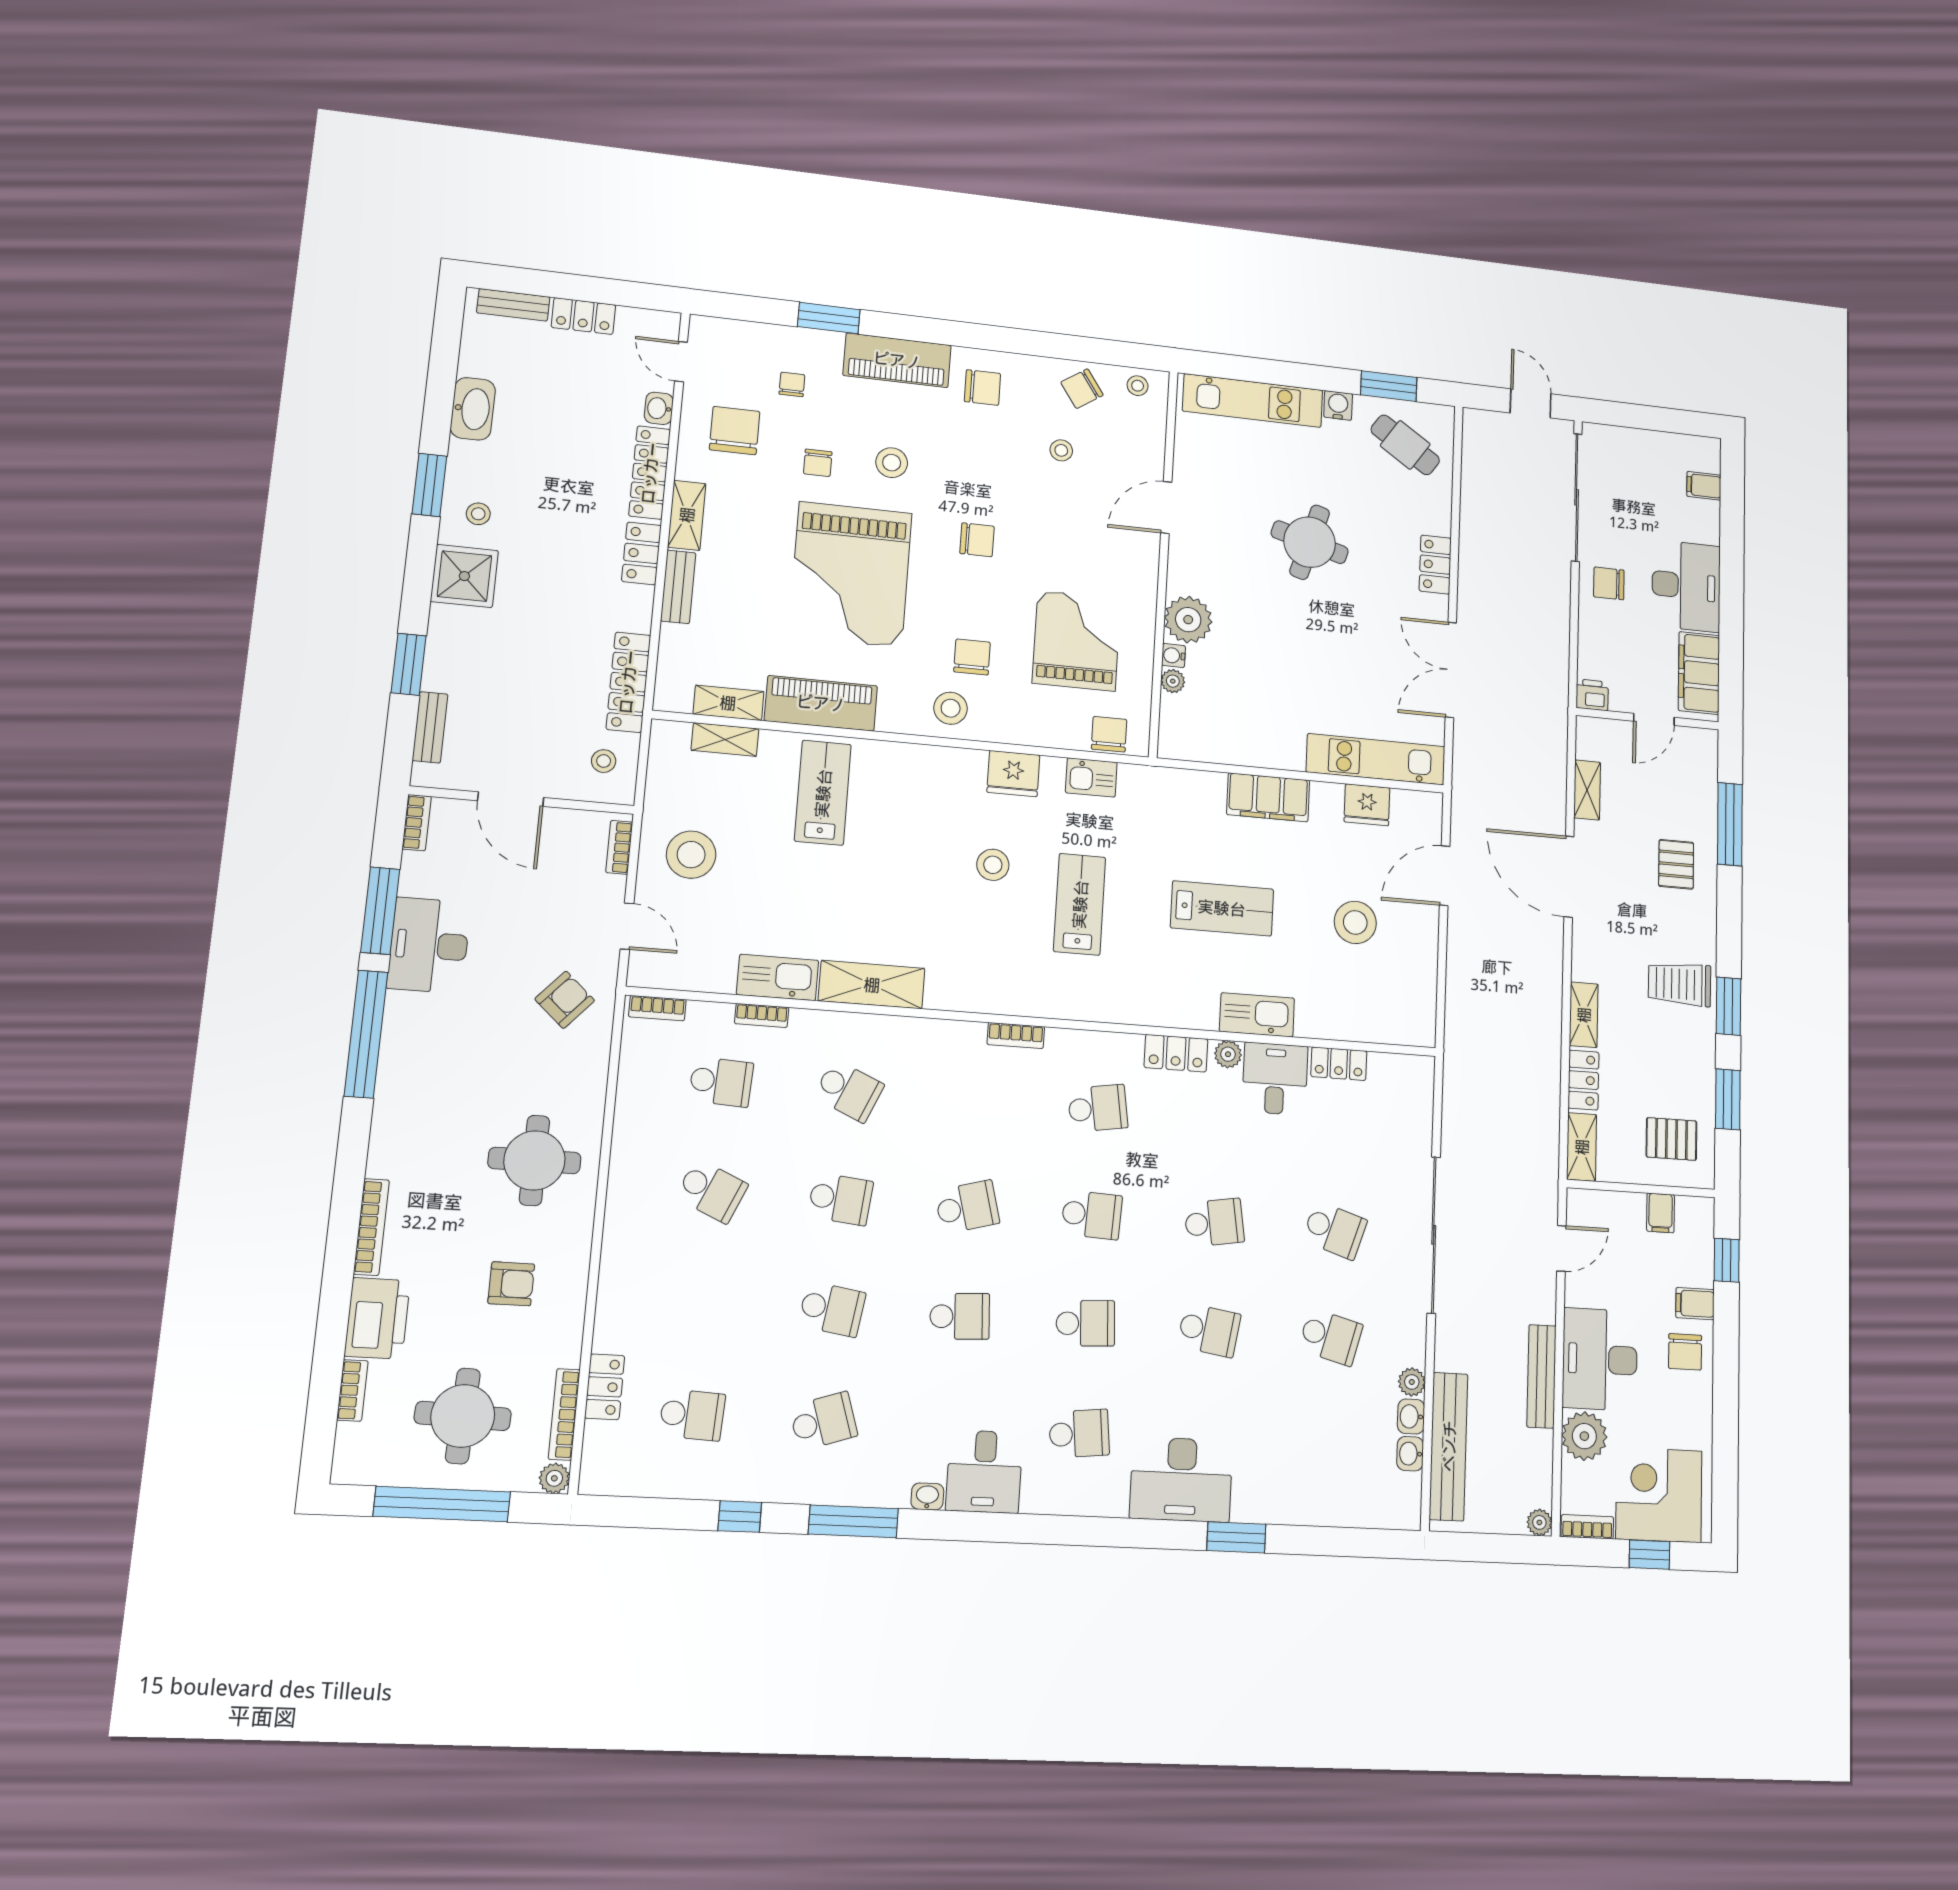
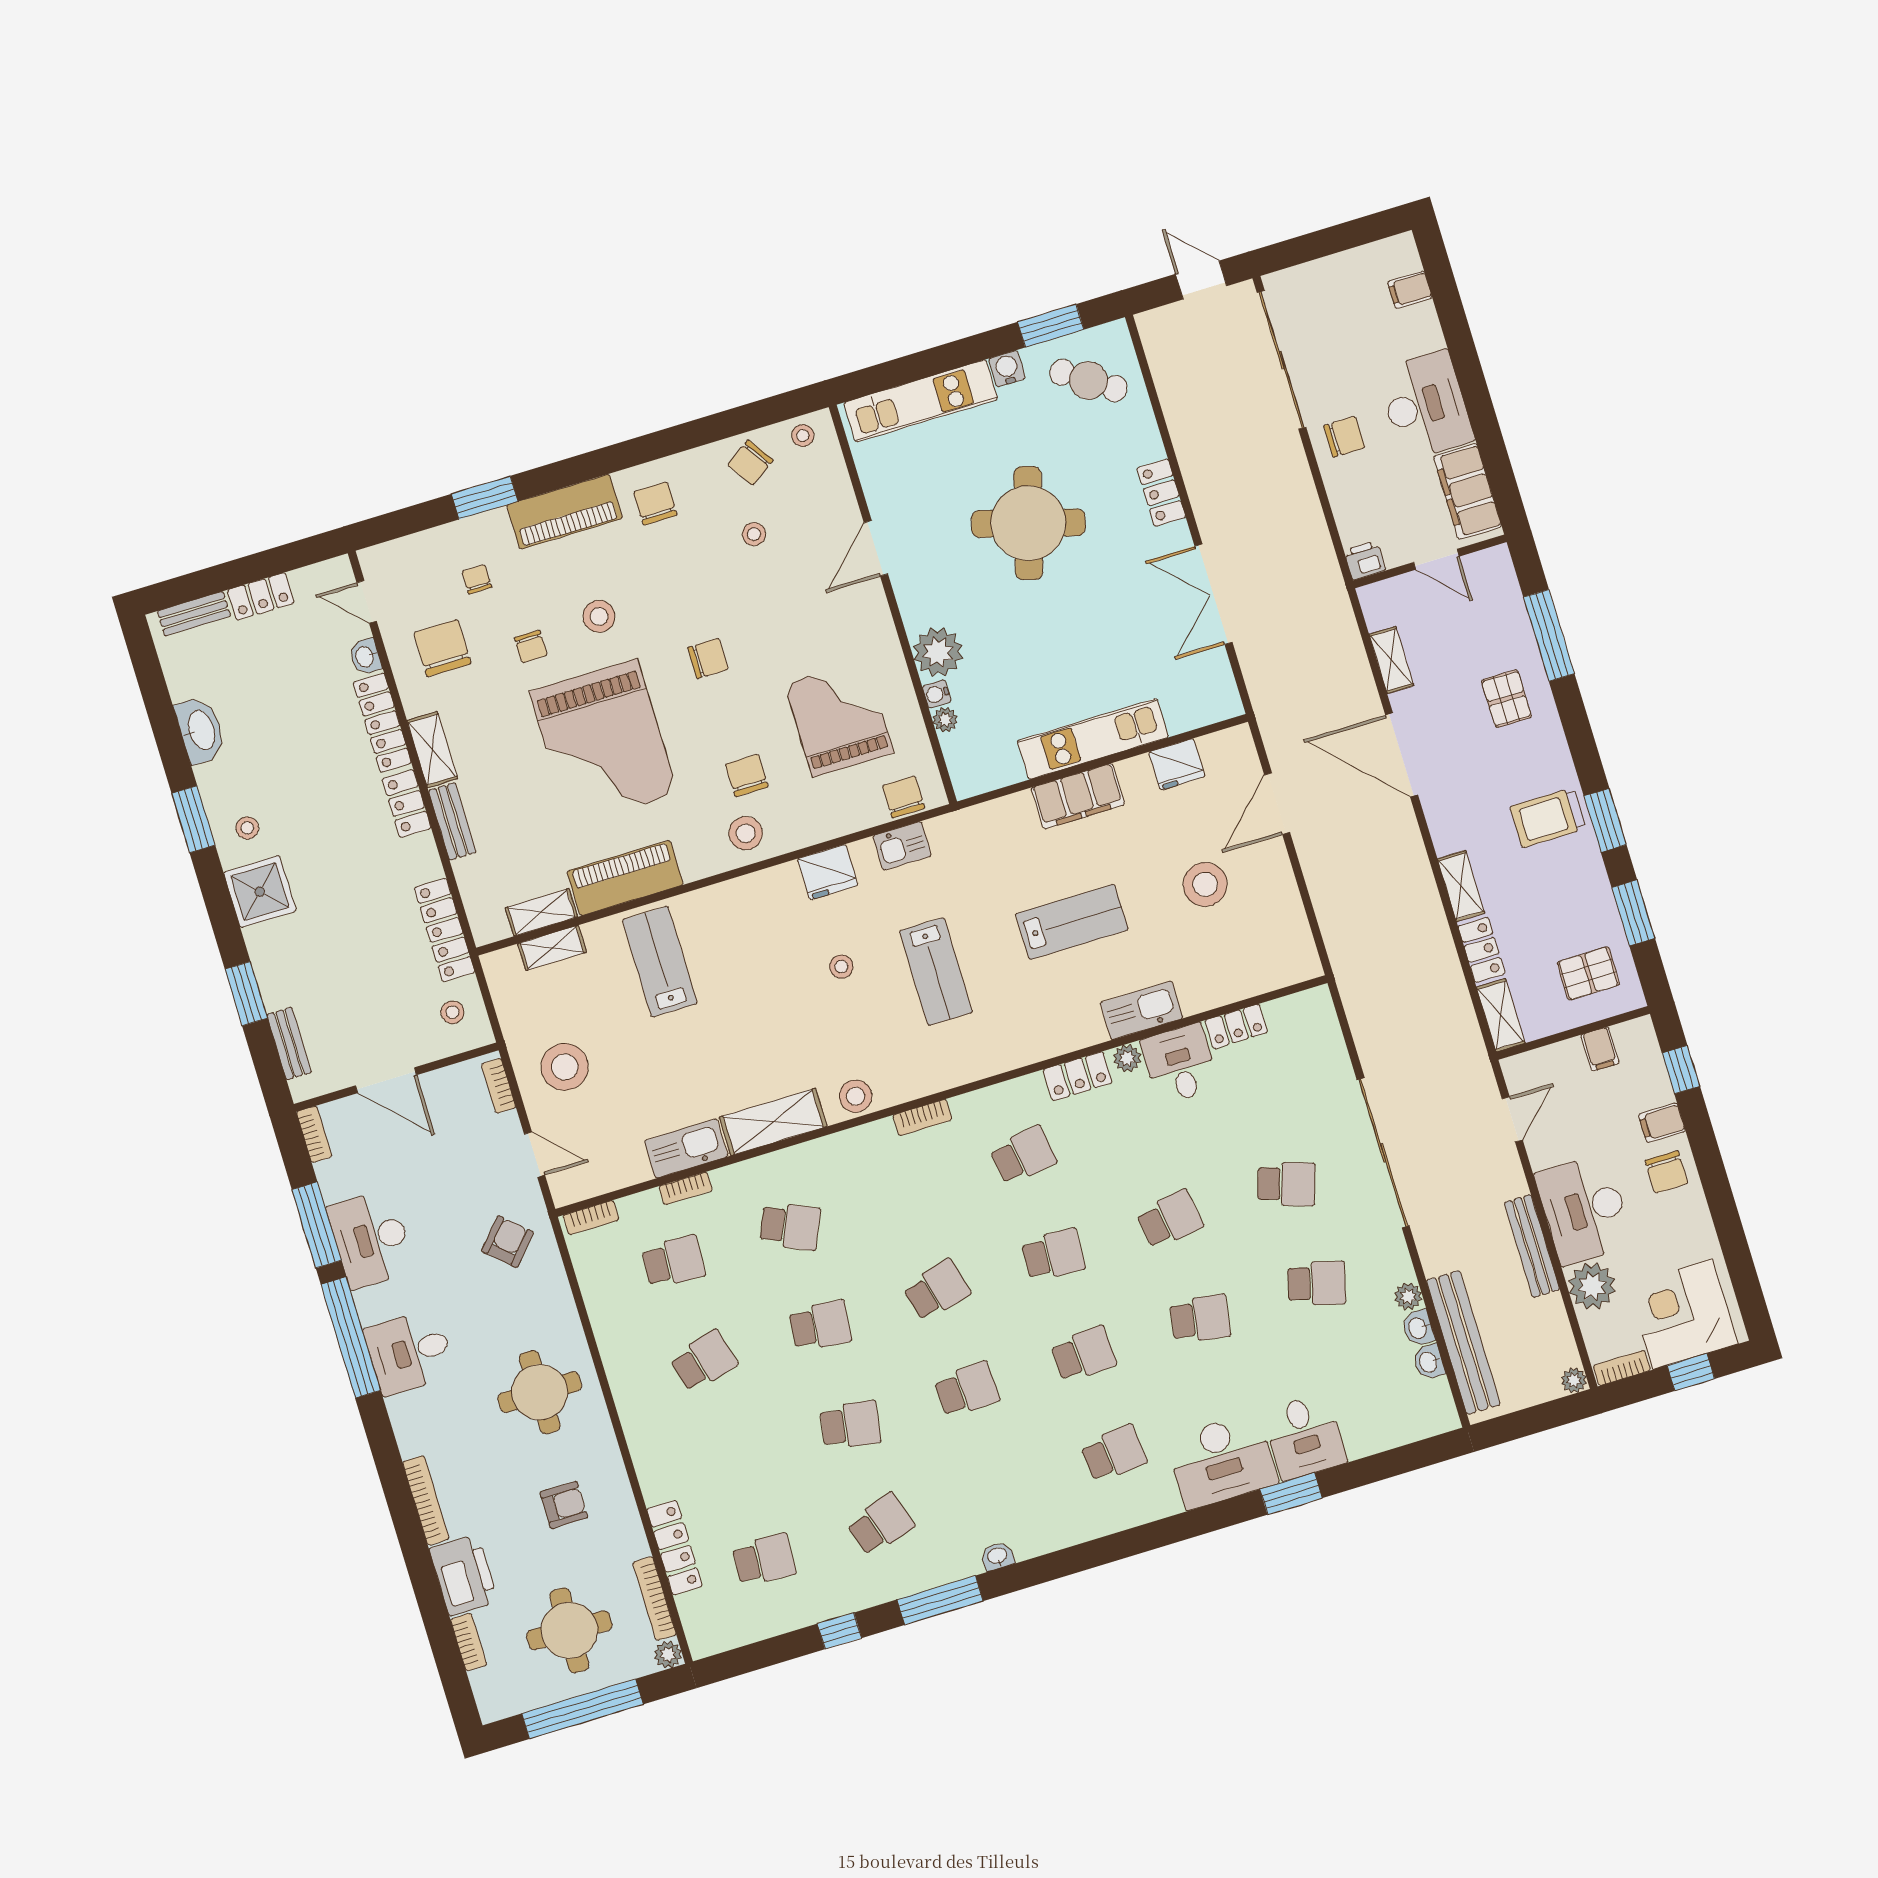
chair: (982, 388) -> (655, 503), turned -90
round table: (1310, 542) -> (1028, 523), width x1.36, depth x1.36
chair: (1609, 583) -> (1344, 437), turned 180
door: (1654, 719) -> (1436, 559), hinge flipped
kitchen unit: (1376, 759) -> (1093, 739), moved
stool: (993, 865) -> (841, 967), width x0.73, depth x0.73
lab bench: (1080, 904) -> (936, 972), turned 180
stool: (960, 991) -> (856, 1096), added
desk: (420, 1071) -> (410, 1352), added
school desk: (712, 1191) -> (704, 1361), turned -39
locker: (605, 1387) -> (675, 1547), width x1.53
desk: (984, 1472) -> (1305, 1437), moved

